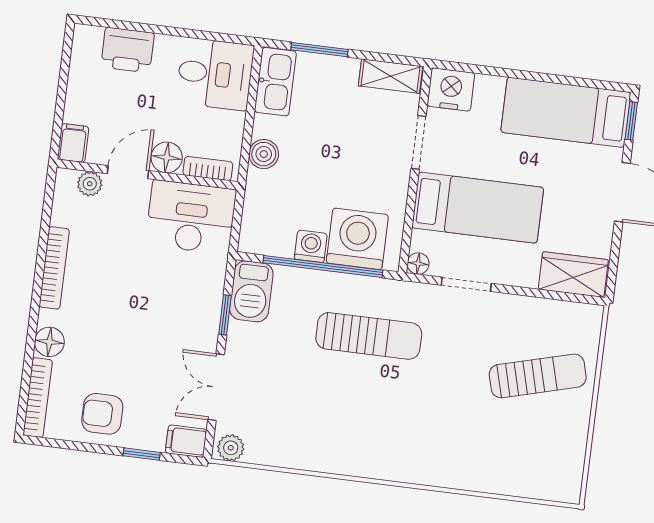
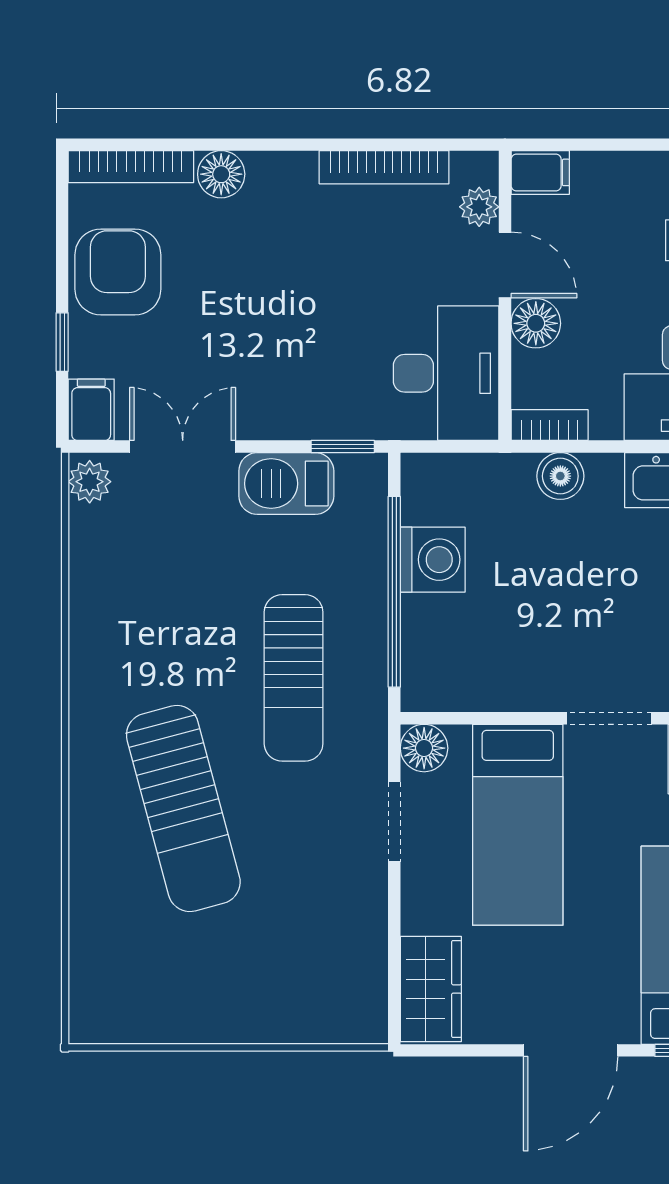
bookcase: (208, 169) -> (550, 425), moved, turned -90
washing machine: (357, 239) -> (445, 641), removed
washing machine: (311, 246) -> (433, 560), width x1.38, depth x1.38
floor lamp: (418, 264) -> (424, 748), width x1.37, depth x1.37
bookcase: (54, 268) -> (384, 167), moved
barbecue: (251, 291) -> (286, 484), moved
window: (225, 315) -> (343, 447), moved
sun lounger: (538, 376) -> (183, 808), moved, width x1.36, depth x1.34
armchair: (102, 414) -> (118, 272), width x1.38, depth x1.38

